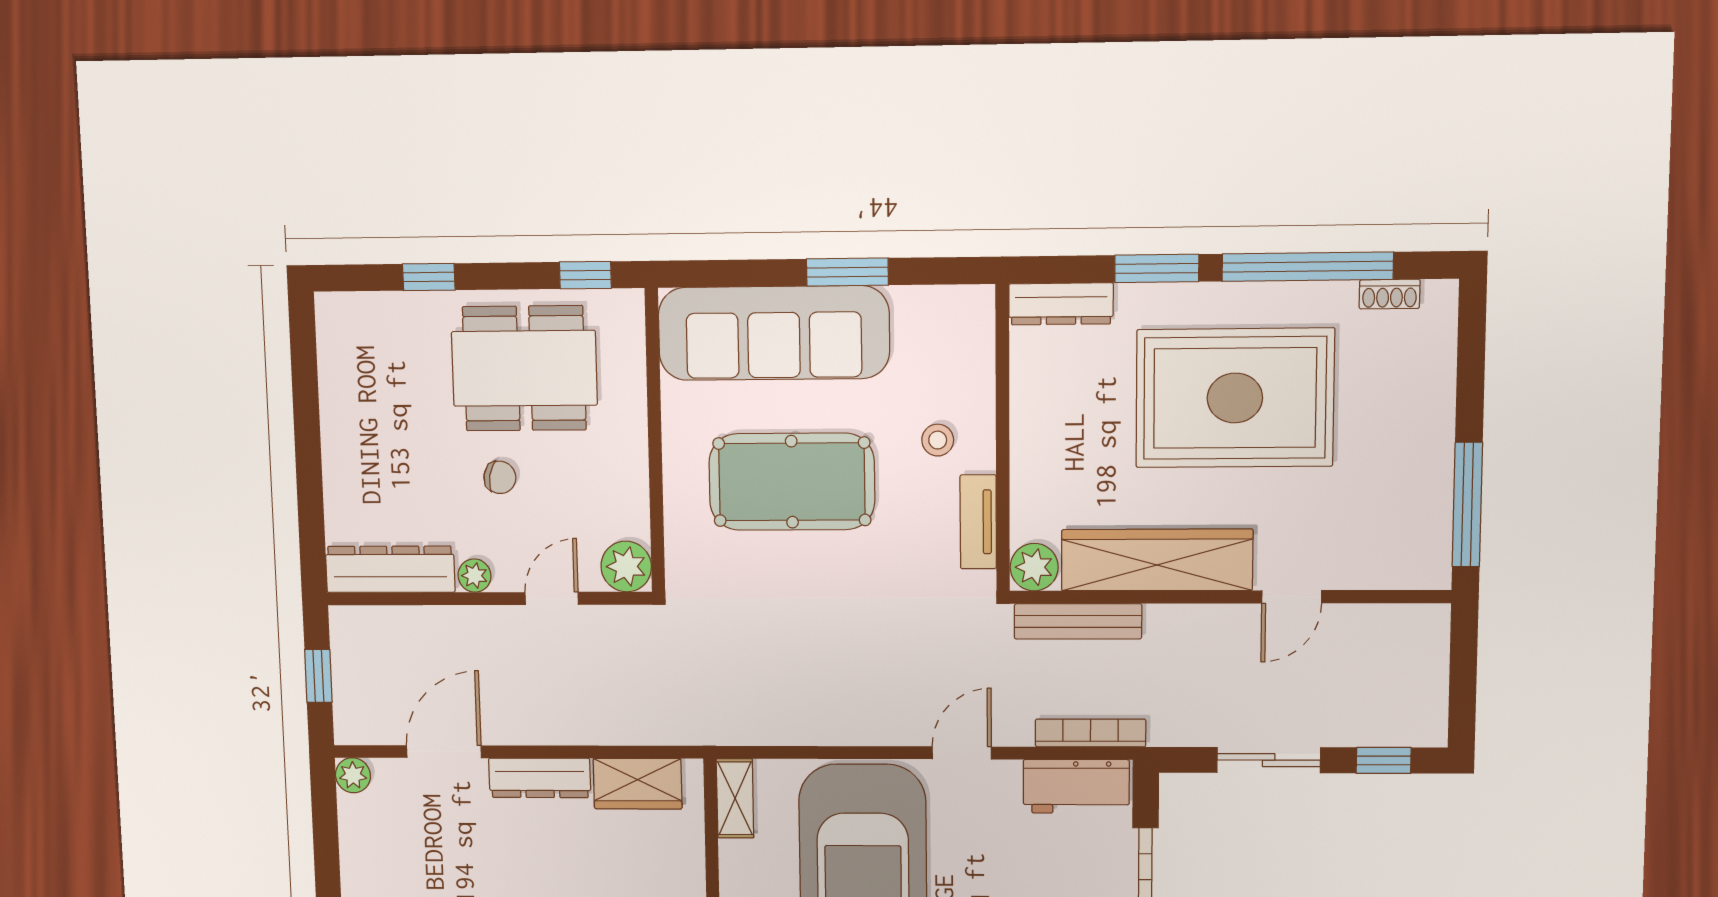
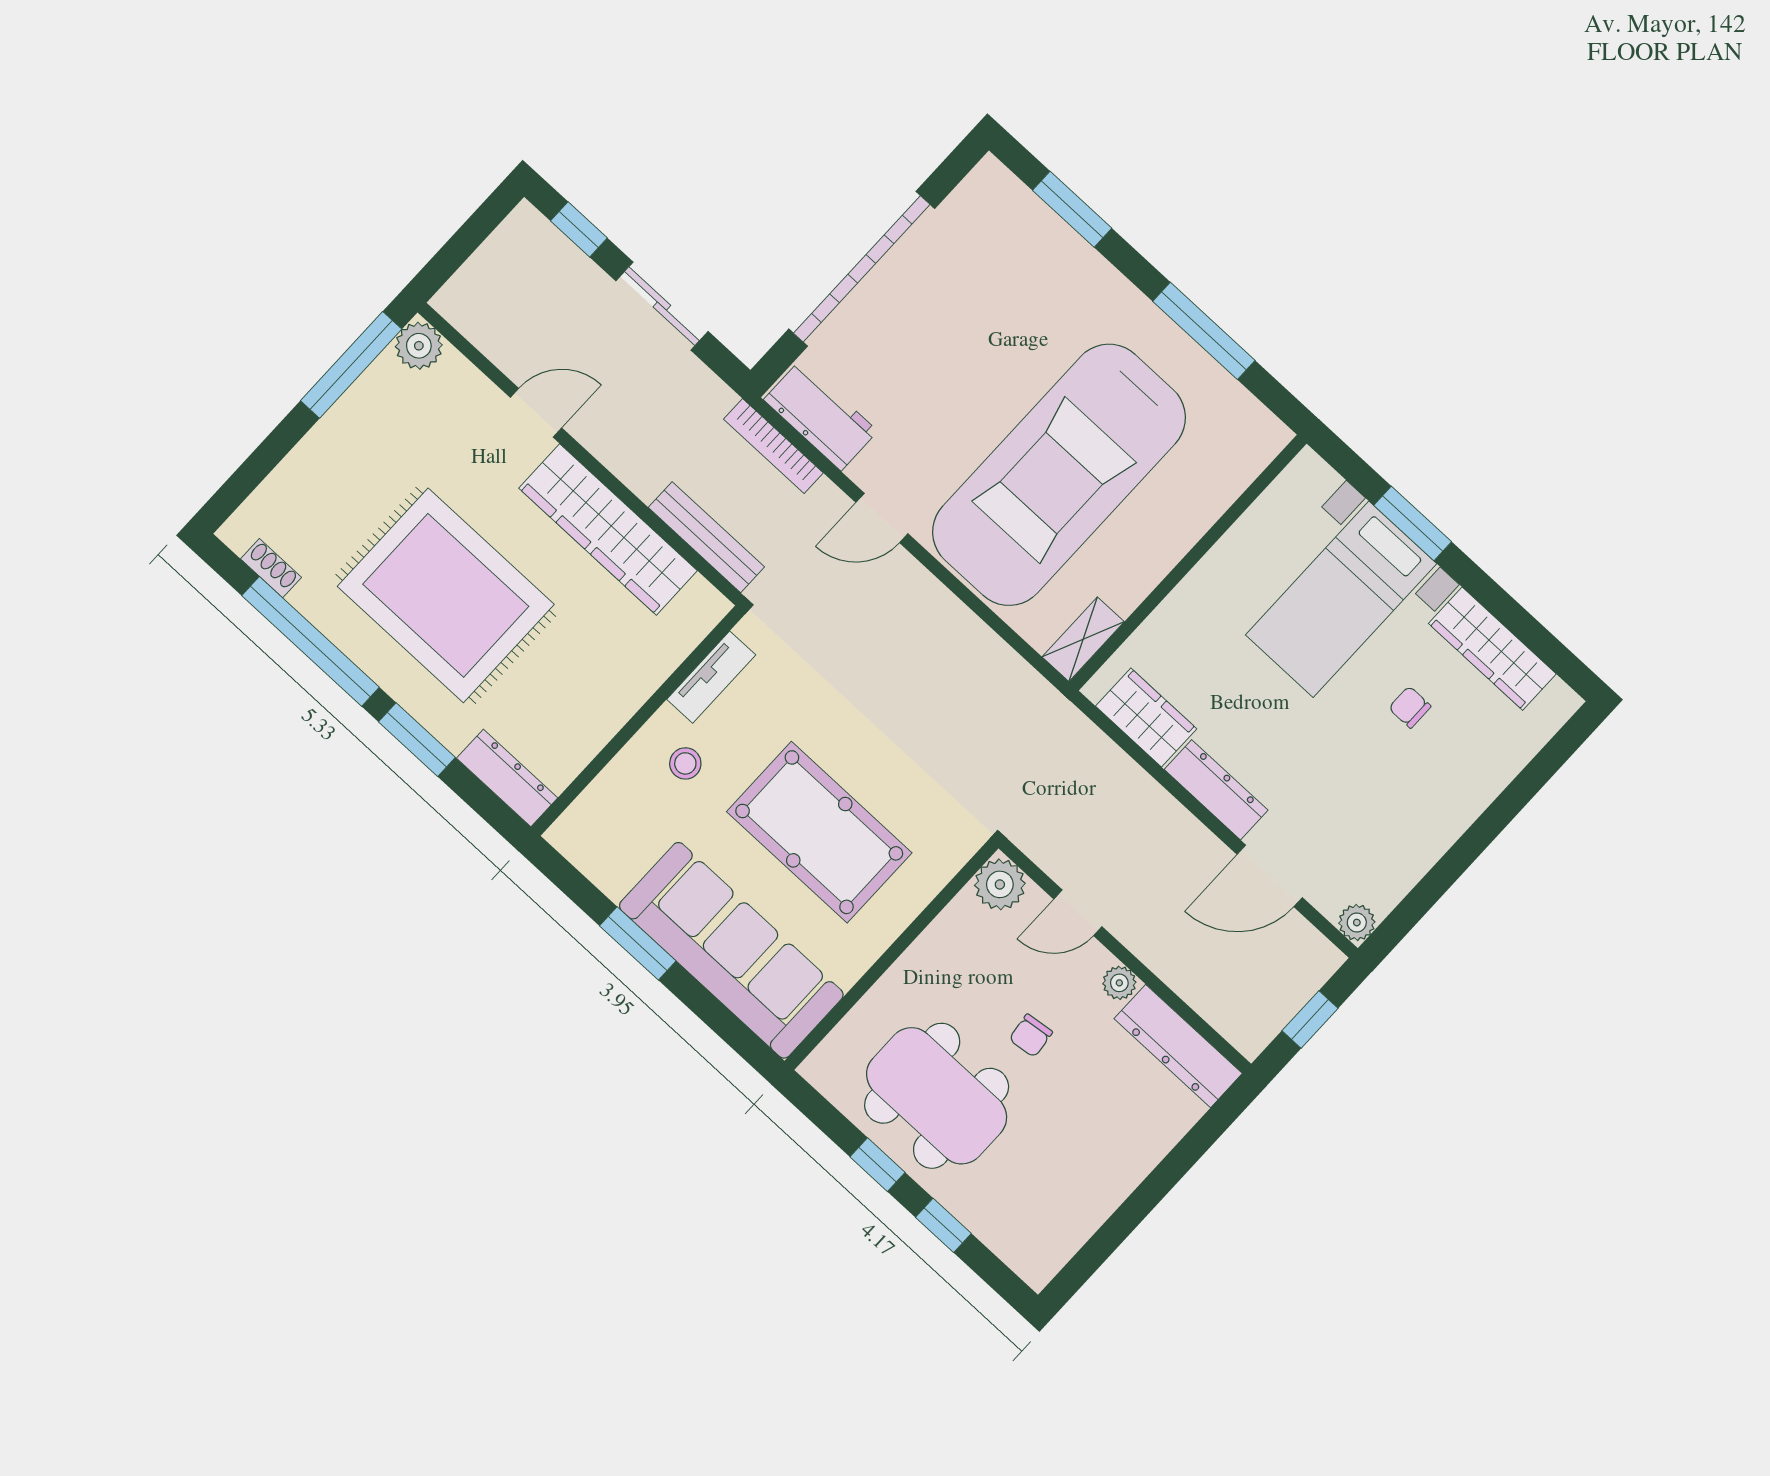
window: (585, 275) -> (878, 1165), moved
chair: (500, 477) -> (1031, 1036), turned -107
plant: (1034, 567) -> (419, 346), moved

